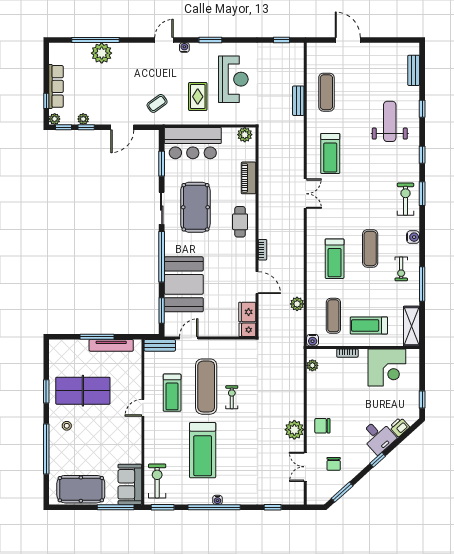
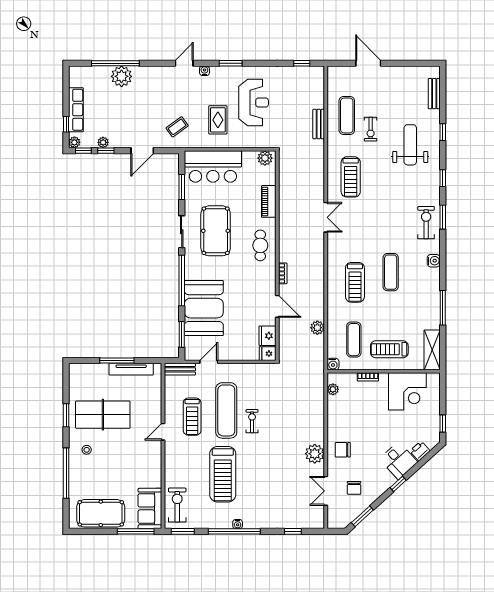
exercise bike: (401, 269) -> (371, 129), moved

